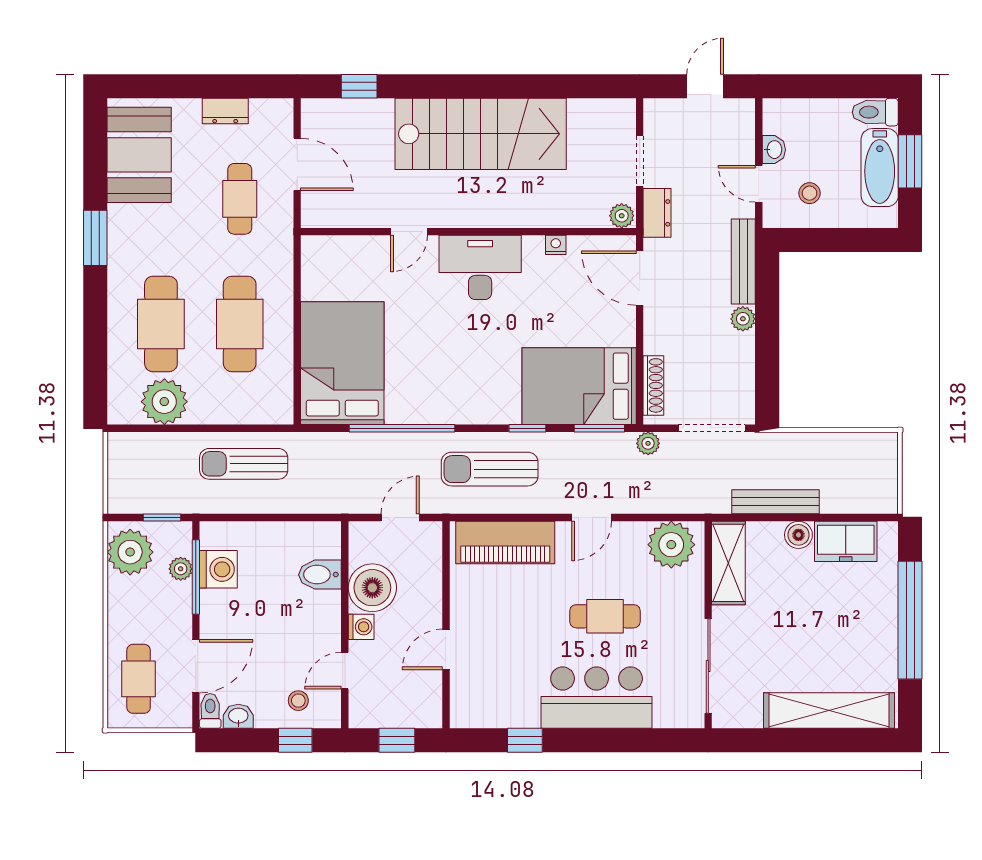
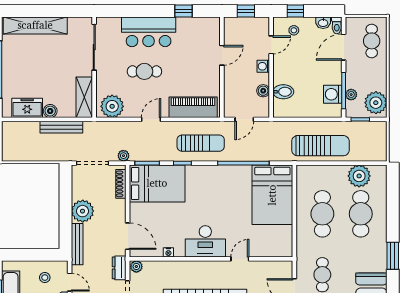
plant: (743, 319) -> (83, 211), width x1.88, depth x1.88
sun lounger: (244, 464) -> (320, 146), width x1.36, depth x1.34
boiler: (372, 588) -> (263, 91), width x0.54, depth x0.54

